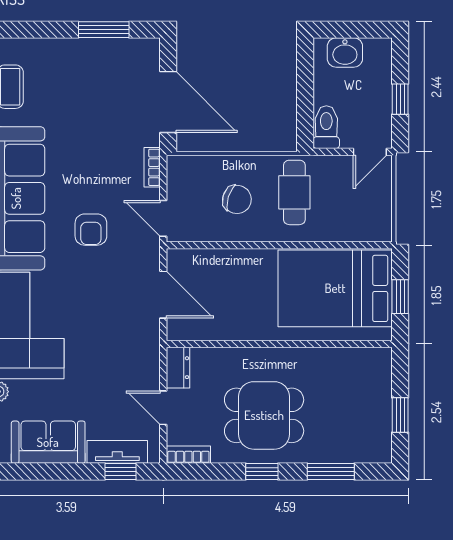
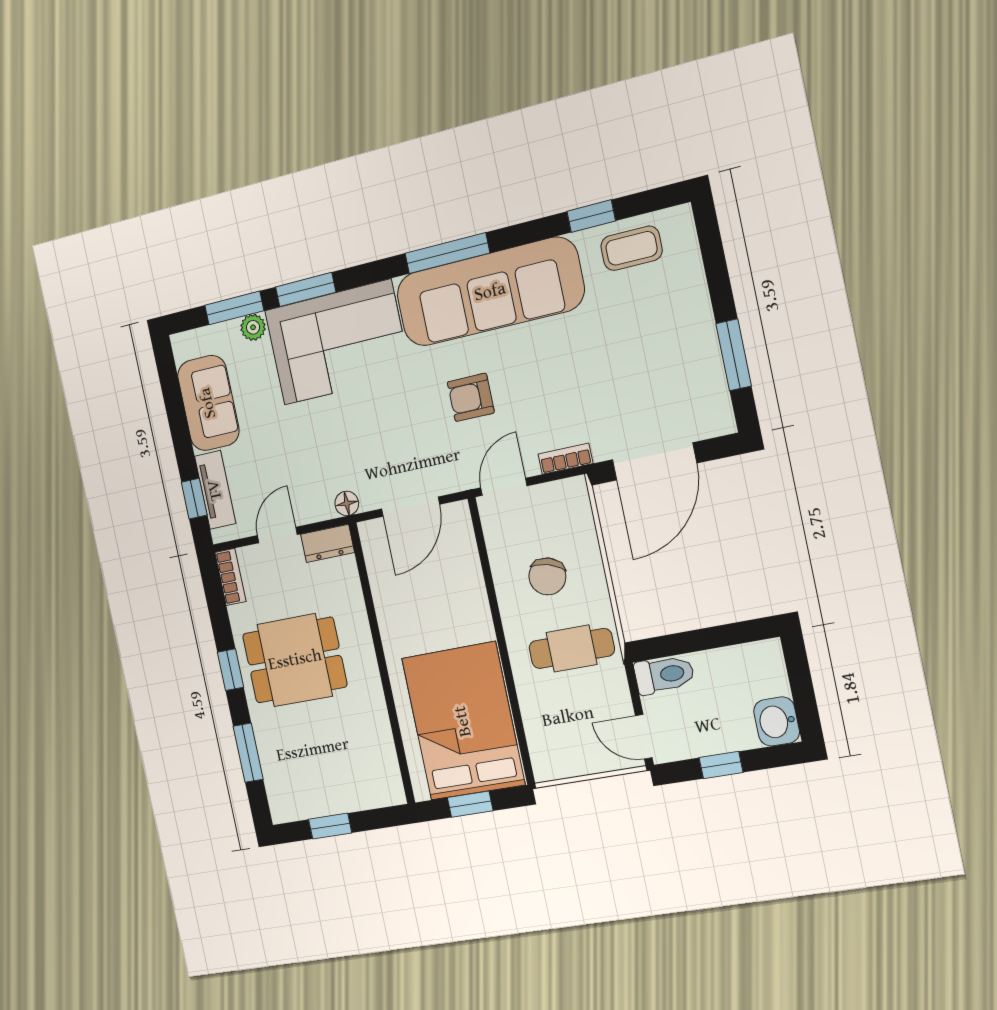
washbasin: (345, 52) -> (777, 721), moved
floor lamp: (150, 345) -> (347, 503), added
dining table: (264, 415) -> (295, 660), turned 90

